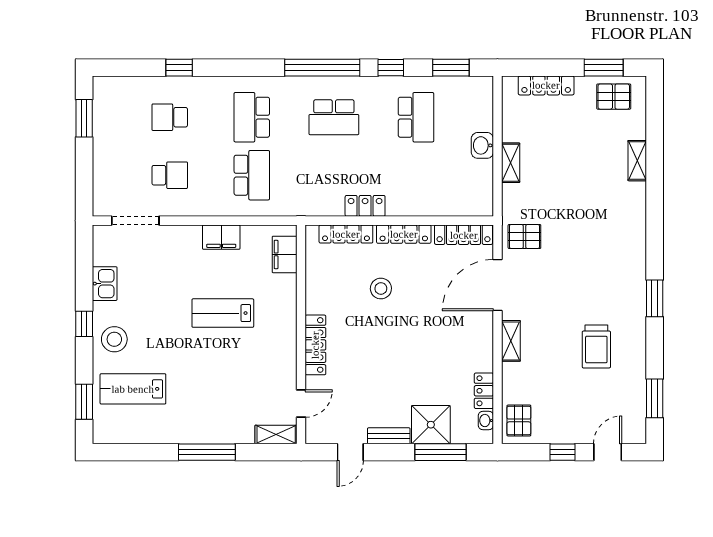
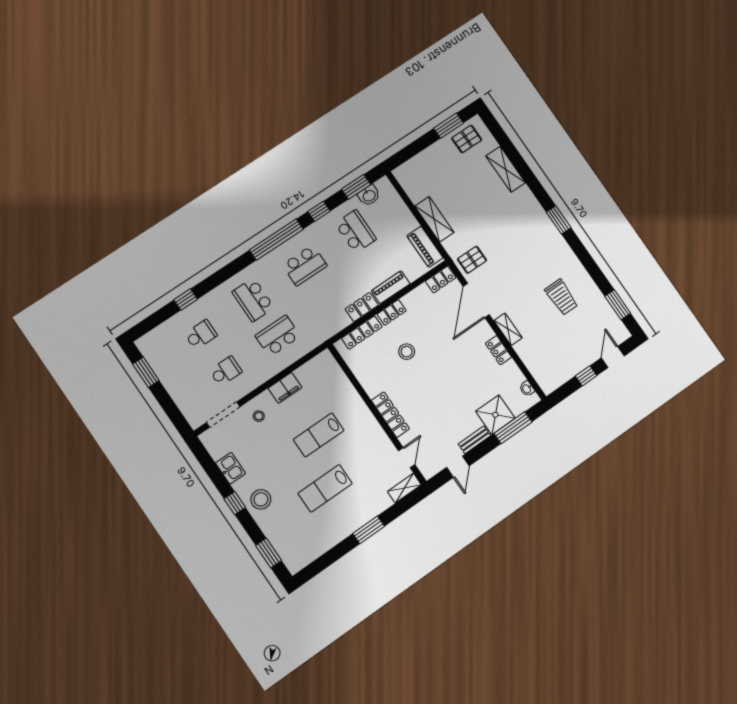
locker: (546, 85) -> (422, 159), removed
school desk: (170, 117) -> (201, 335), turned 180
washbasin: (482, 145) -> (369, 195), moved, turned -90
shelving: (637, 161) -> (506, 169), width x1.50, depth x1.33
shelving: (511, 163) -> (434, 219), width x1.50, depth x1.33
school desk: (252, 175) -> (278, 336), turned -90
piano: (482, 186) -> (425, 247), added
piano: (412, 206) -> (391, 287), added
locker: (404, 234) -> (392, 312), width x0.66
locker: (464, 235) -> (441, 279), width x0.66
stool: (172, 248) -> (259, 416), added
filing cabinet: (285, 254) -> (332, 371), removed
window: (655, 298) -> (559, 220), moved
lab bench: (133, 389) -> (325, 488), moved
locker: (484, 391) -> (498, 350), moved
pallet: (519, 420) -> (547, 375), removed
window: (207, 452) -> (369, 530), width x0.69

